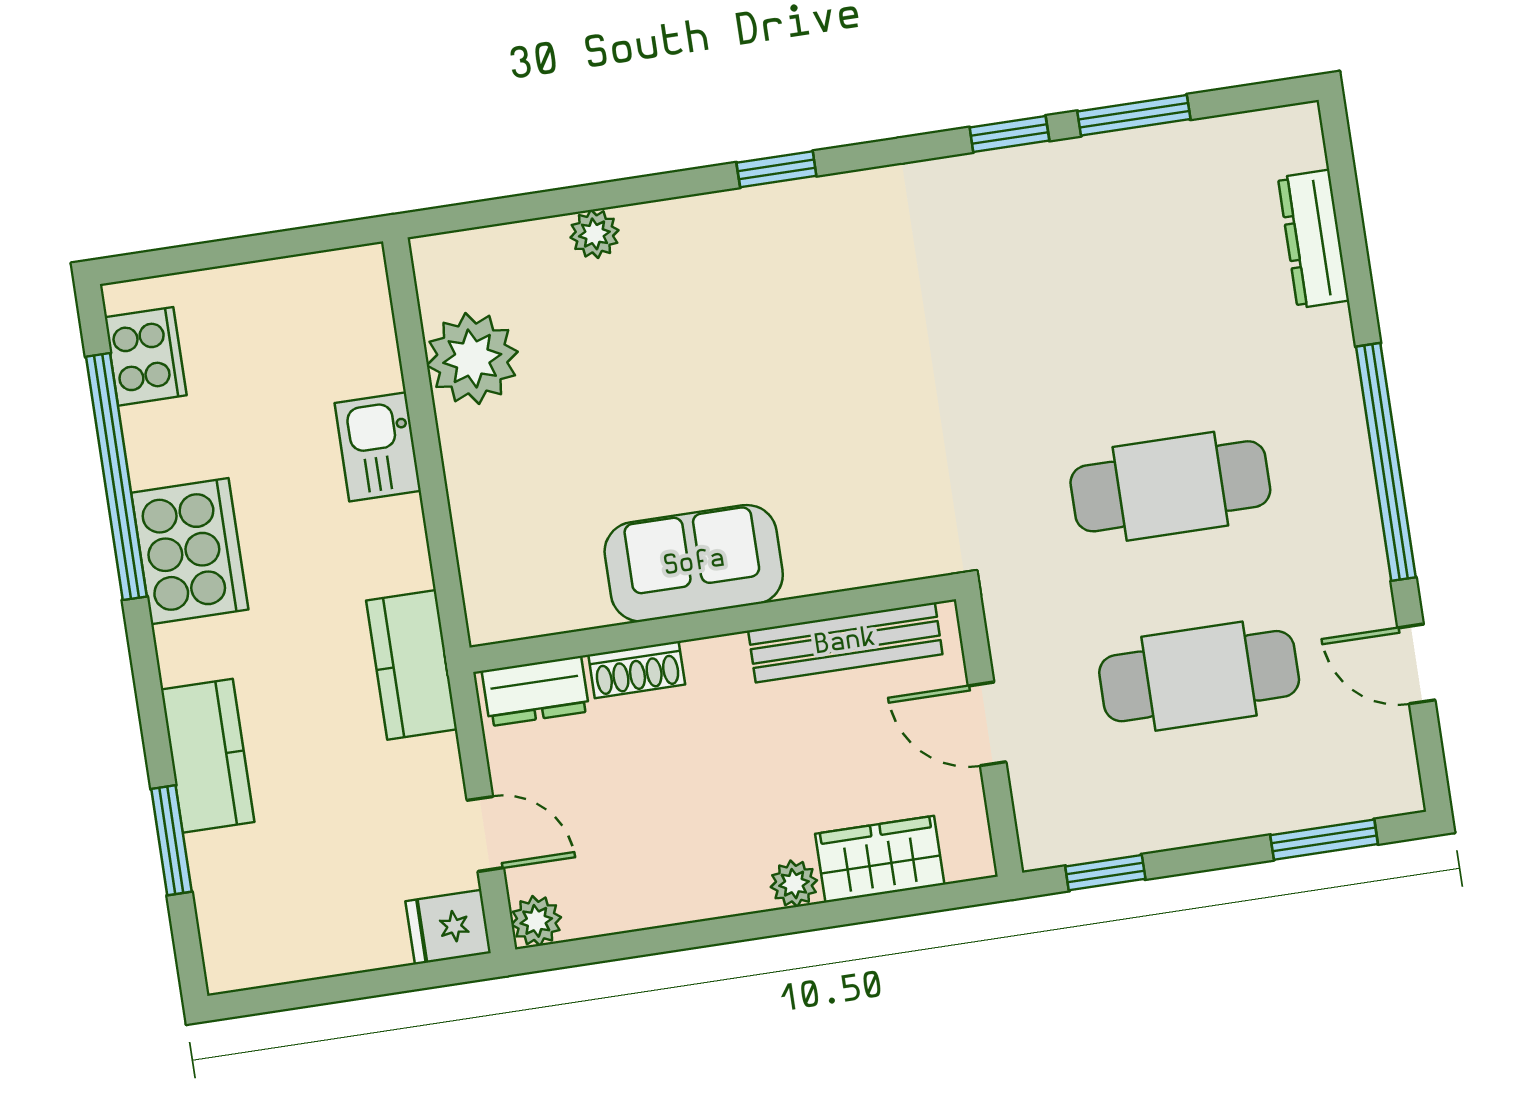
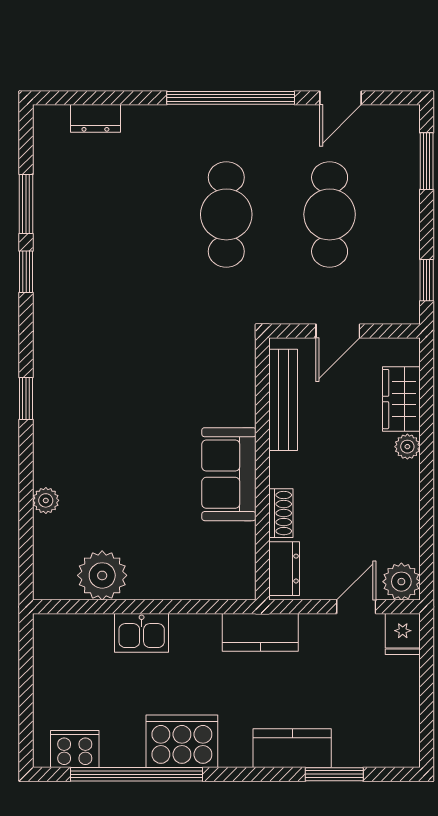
dresser: (1313, 239) -> (95, 118), width x0.70
plant: (536, 921) -> (401, 582), width x1.38, depth x1.38

